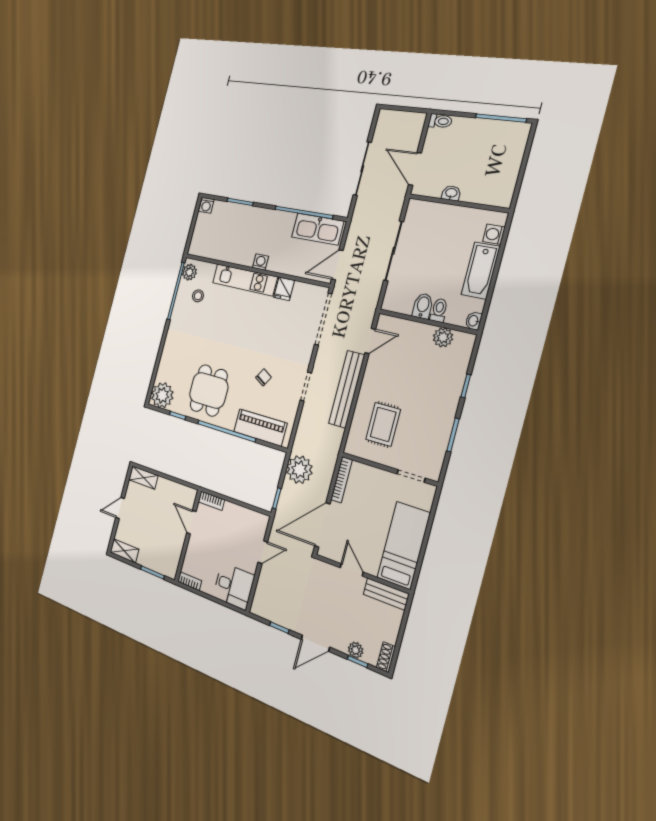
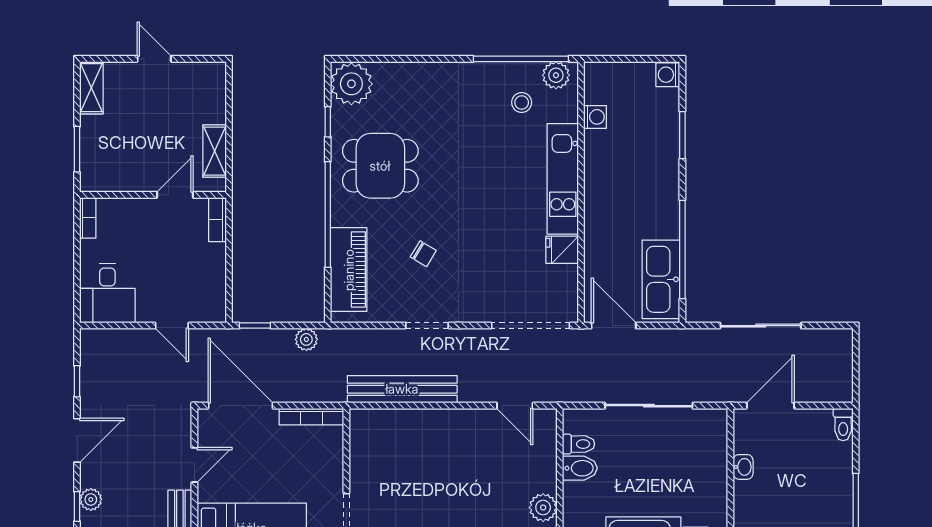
washing machine: (260, 262) -> (595, 117), moved
toilet: (439, 310) -> (579, 444), moved
bench: (347, 389) -> (402, 389), moved
rug: (383, 424) -> (404, 456), removed
plant: (299, 470) -> (306, 339), width x0.53, depth x0.53
shelving: (143, 478) -> (215, 151), moved
door: (315, 643) -> (77, 440), swing flipped

